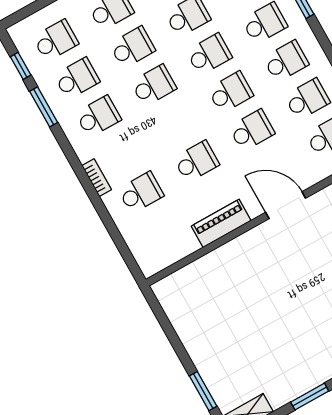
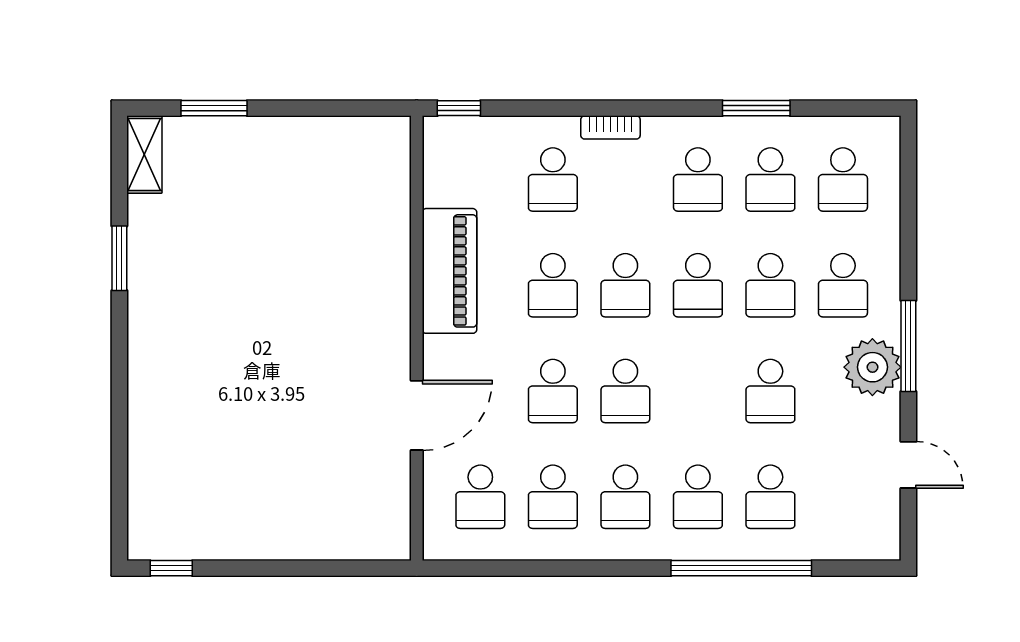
school desk: (209, 54) -> (625, 285), moved
window: (21, 66) -> (459, 108), moved
door: (286, 205) -> (417, 415), moved
piano: (221, 223) -> (449, 271), width x1.37, depth x1.33

